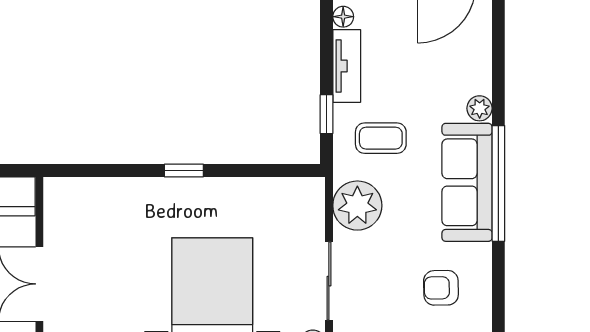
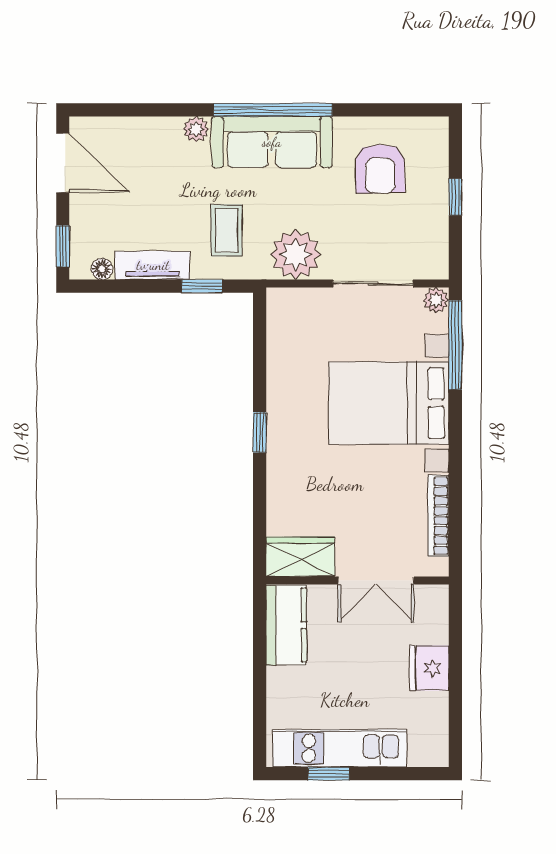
wardrobe: (63, 210) -> (300, 557), added
armchair: (441, 288) -> (380, 169), width x1.38, depth x1.38

